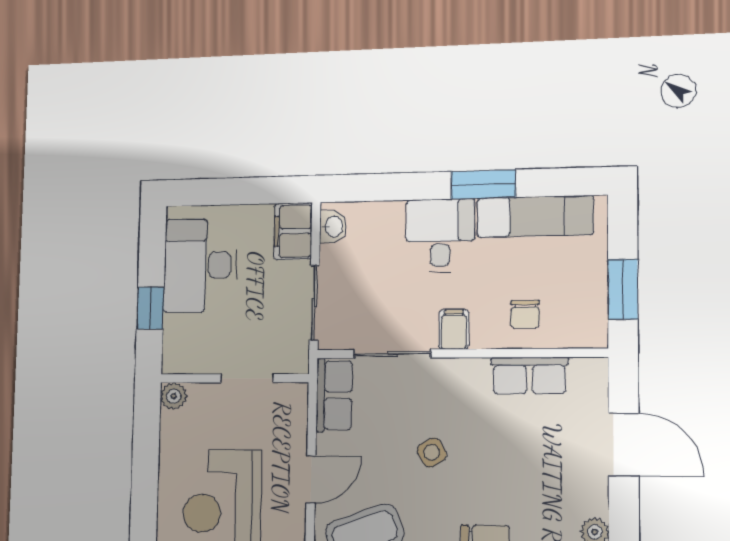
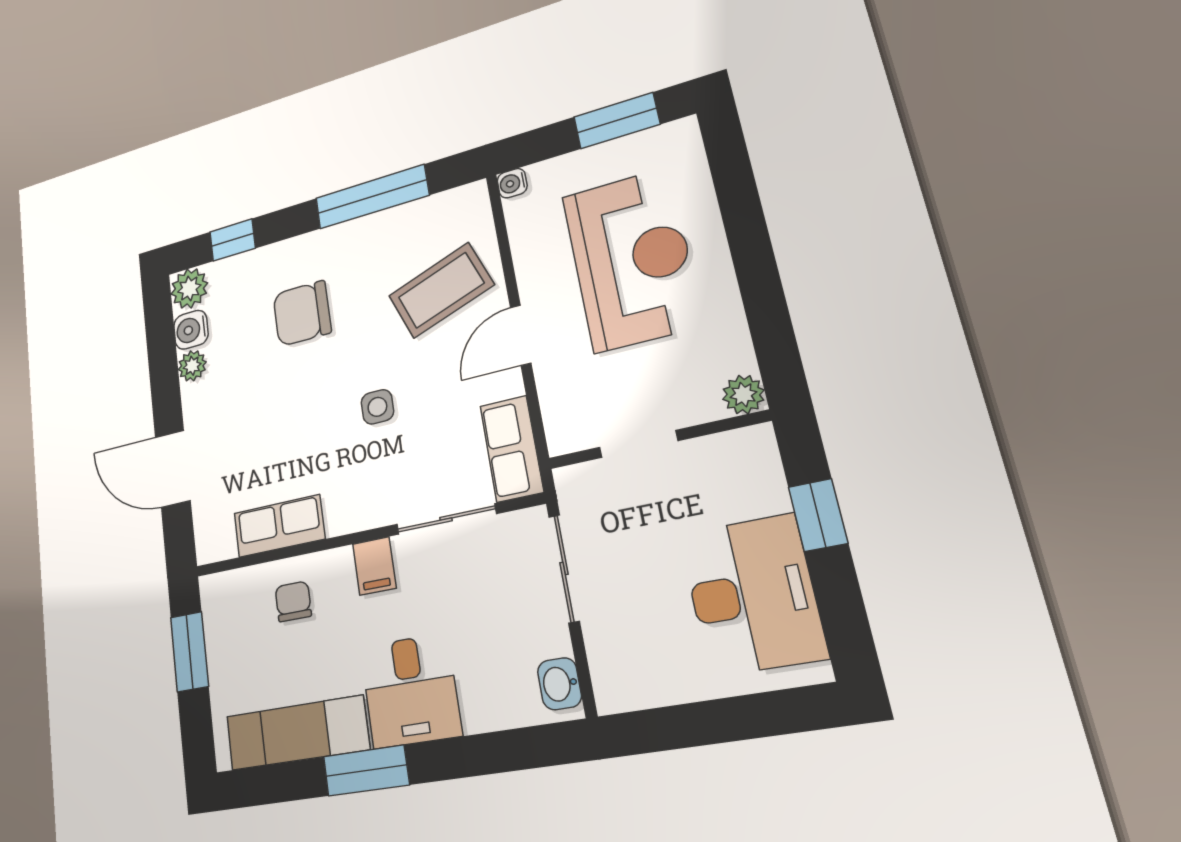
filing cabinet: (293, 231) -> (618, 669), removed
side table: (432, 452) -> (377, 407), turned 30

